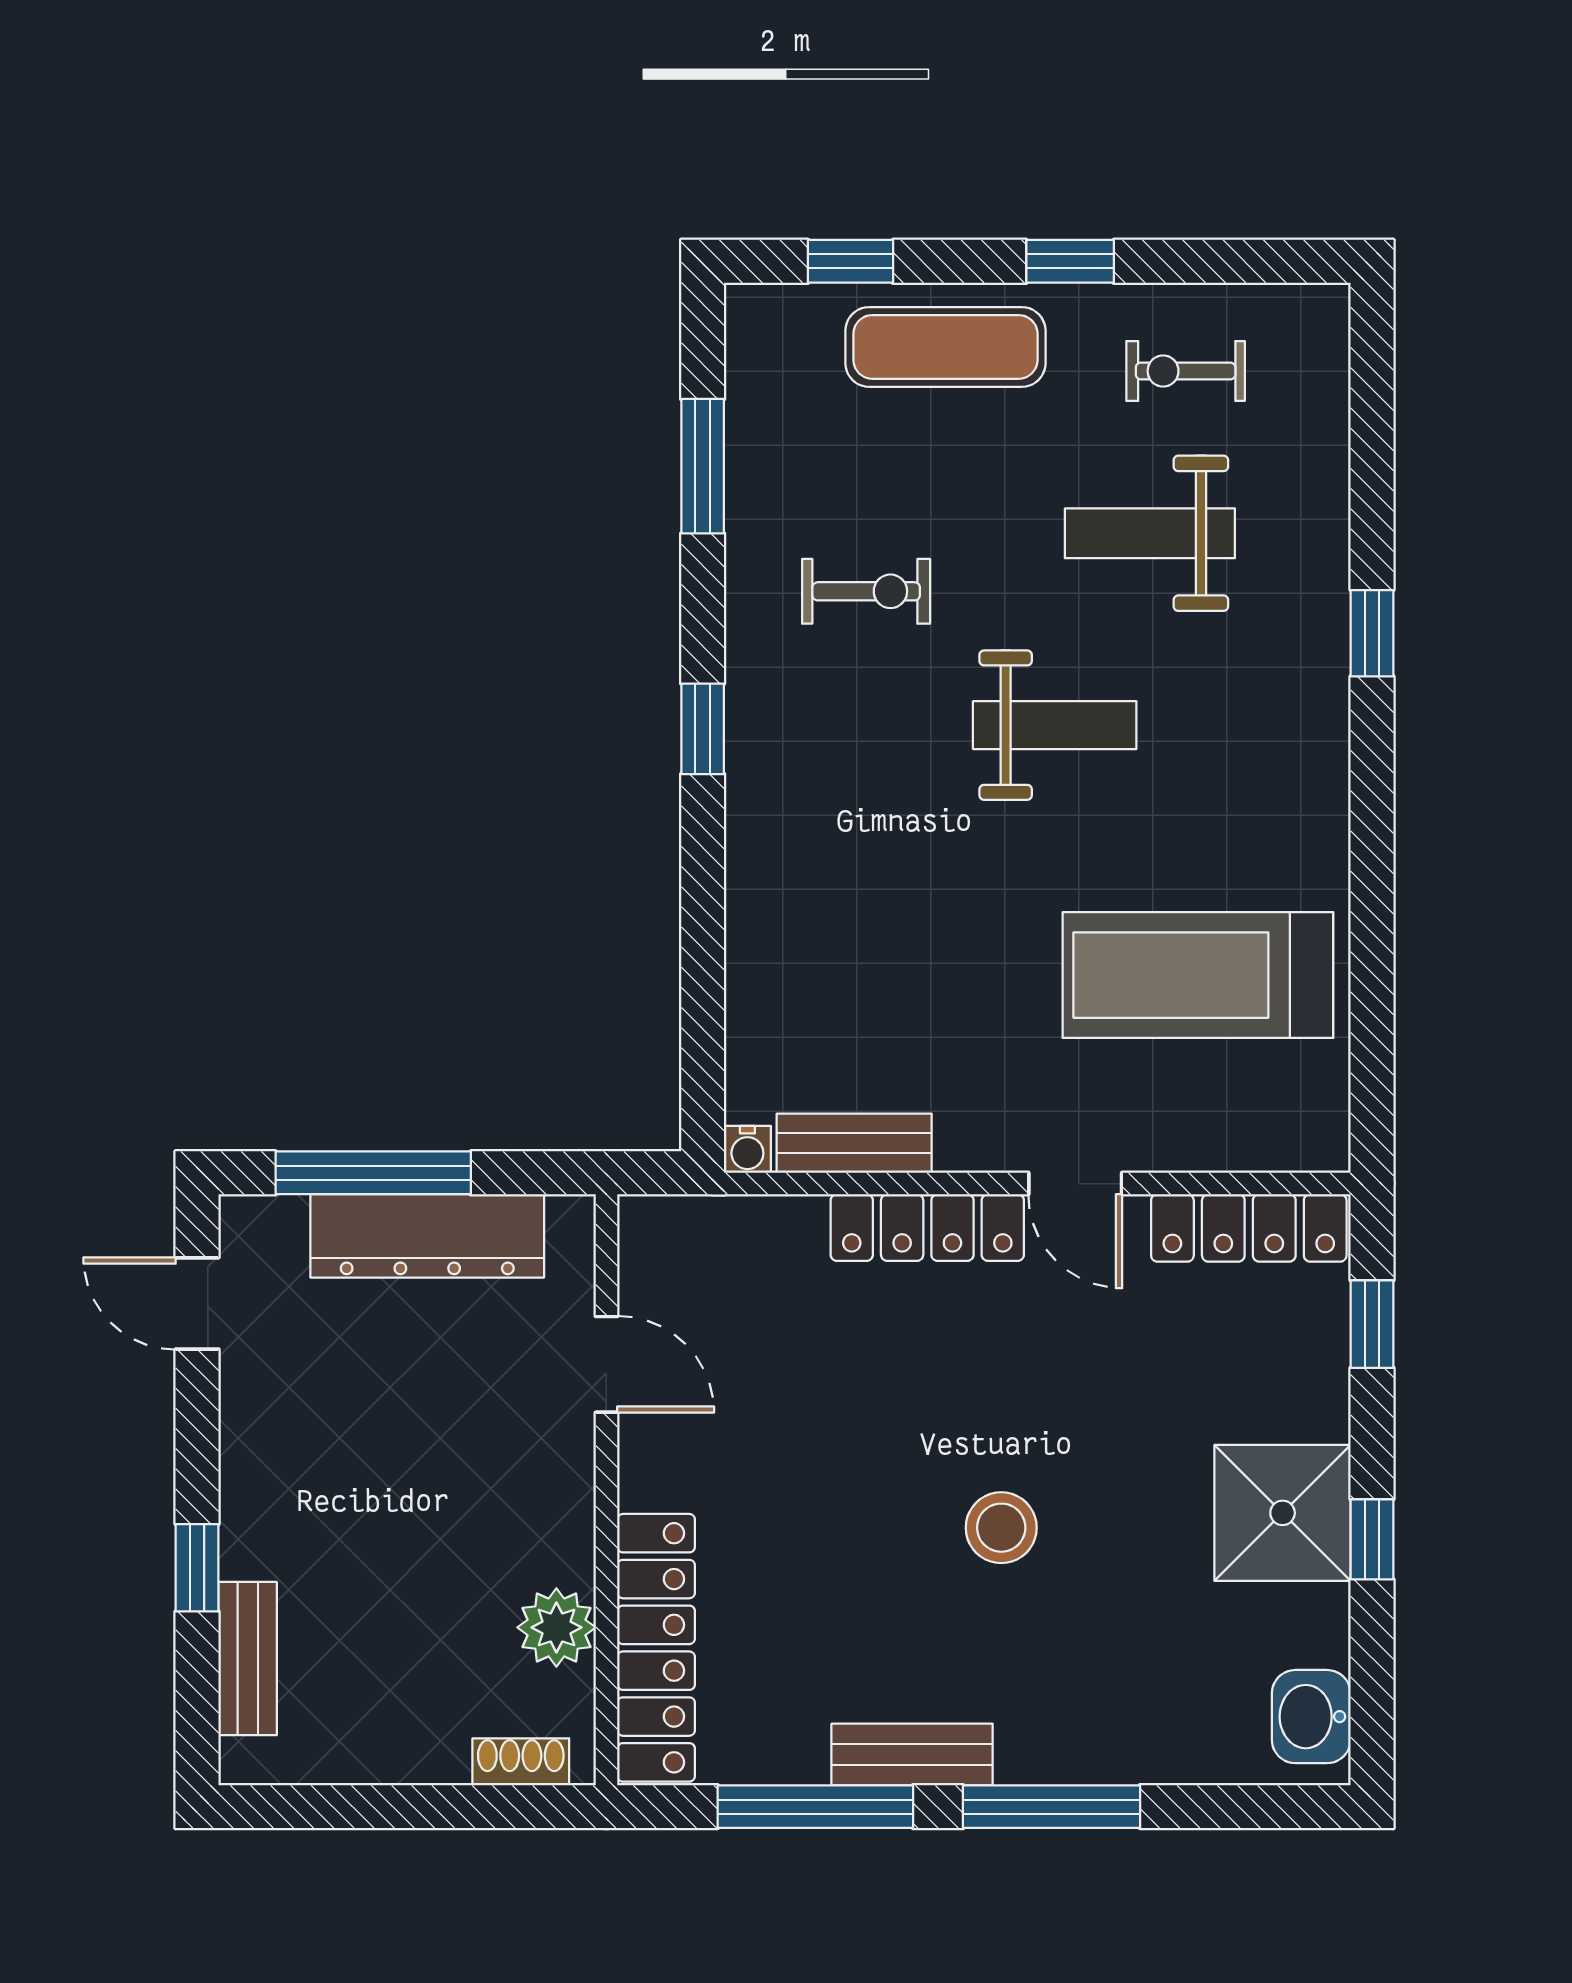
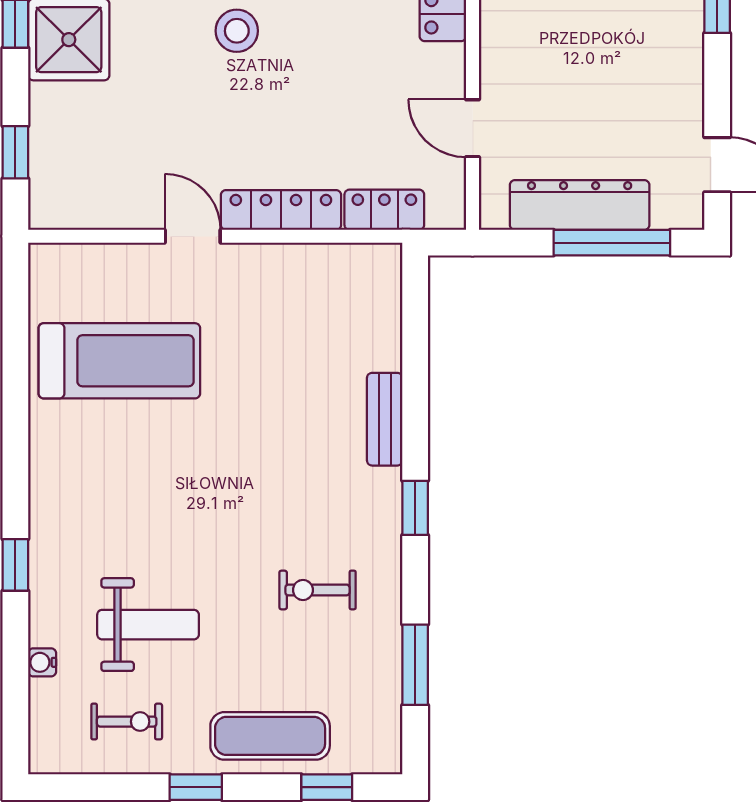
weight bench: (1055, 725) -> (205, 510), removed
bench: (854, 1143) -> (385, 419), moved, turned 90
water cooler: (747, 1149) -> (42, 662), moved, turned -90
locker: (1249, 1228) -> (384, 210), moved, width x0.66

